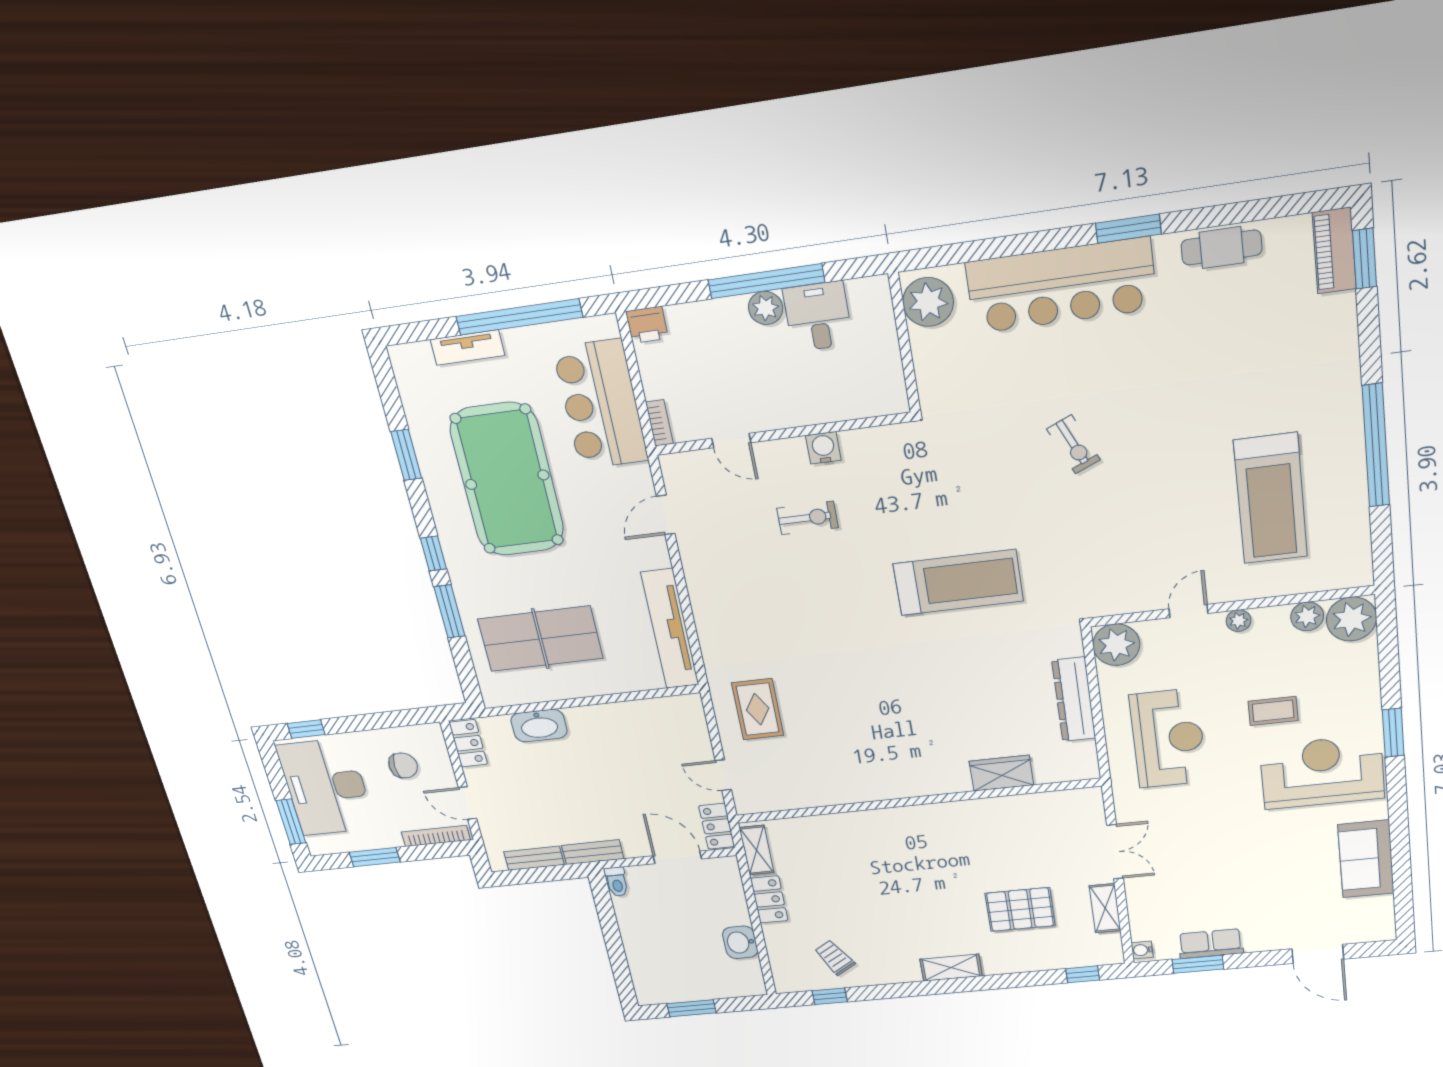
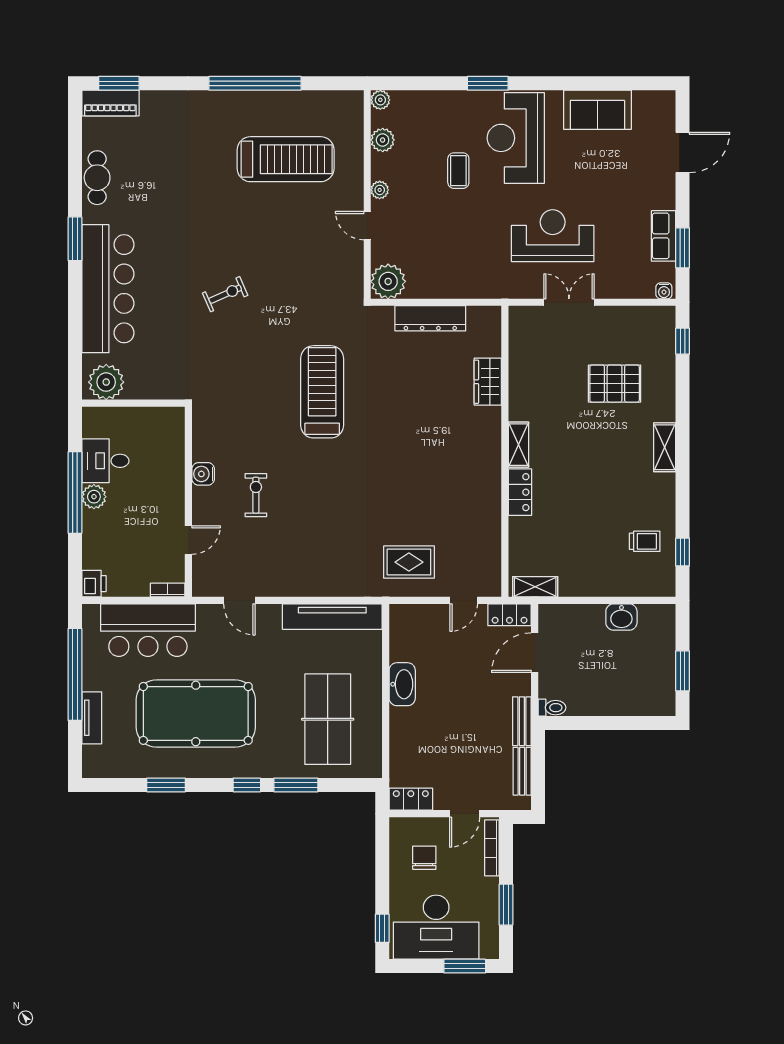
plant: (1352, 619) -> (380, 100), width x0.53, depth x0.53
washbasin: (539, 726) -> (402, 684), moved
reception desk: (1168, 738) -> (553, 236), moved
locker: (769, 899) -> (520, 492), moved, turned 90
shelving: (1105, 908) -> (518, 445), moved, turned 90
pallet: (1020, 909) -> (615, 384), turned 90
trolley: (835, 958) -> (645, 541), turned -149

